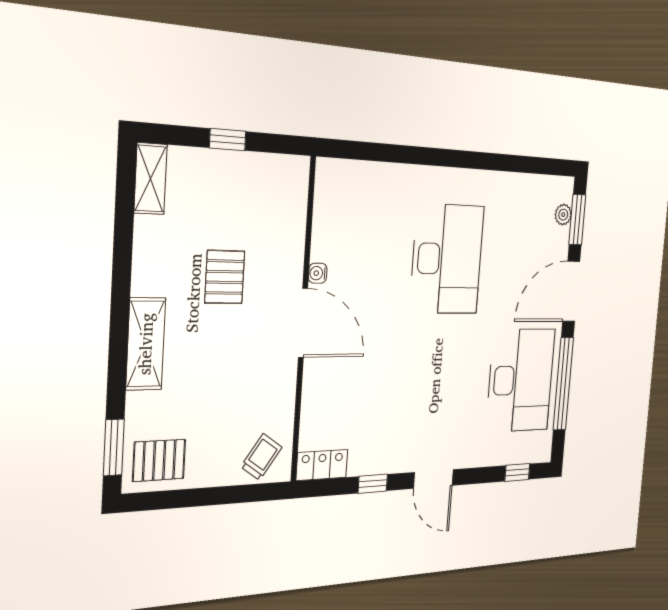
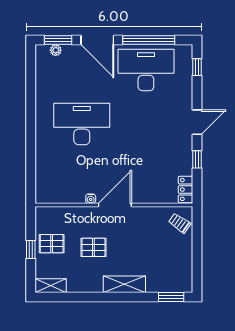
pallet: (159, 460) -> (52, 244), moved, turned 90

